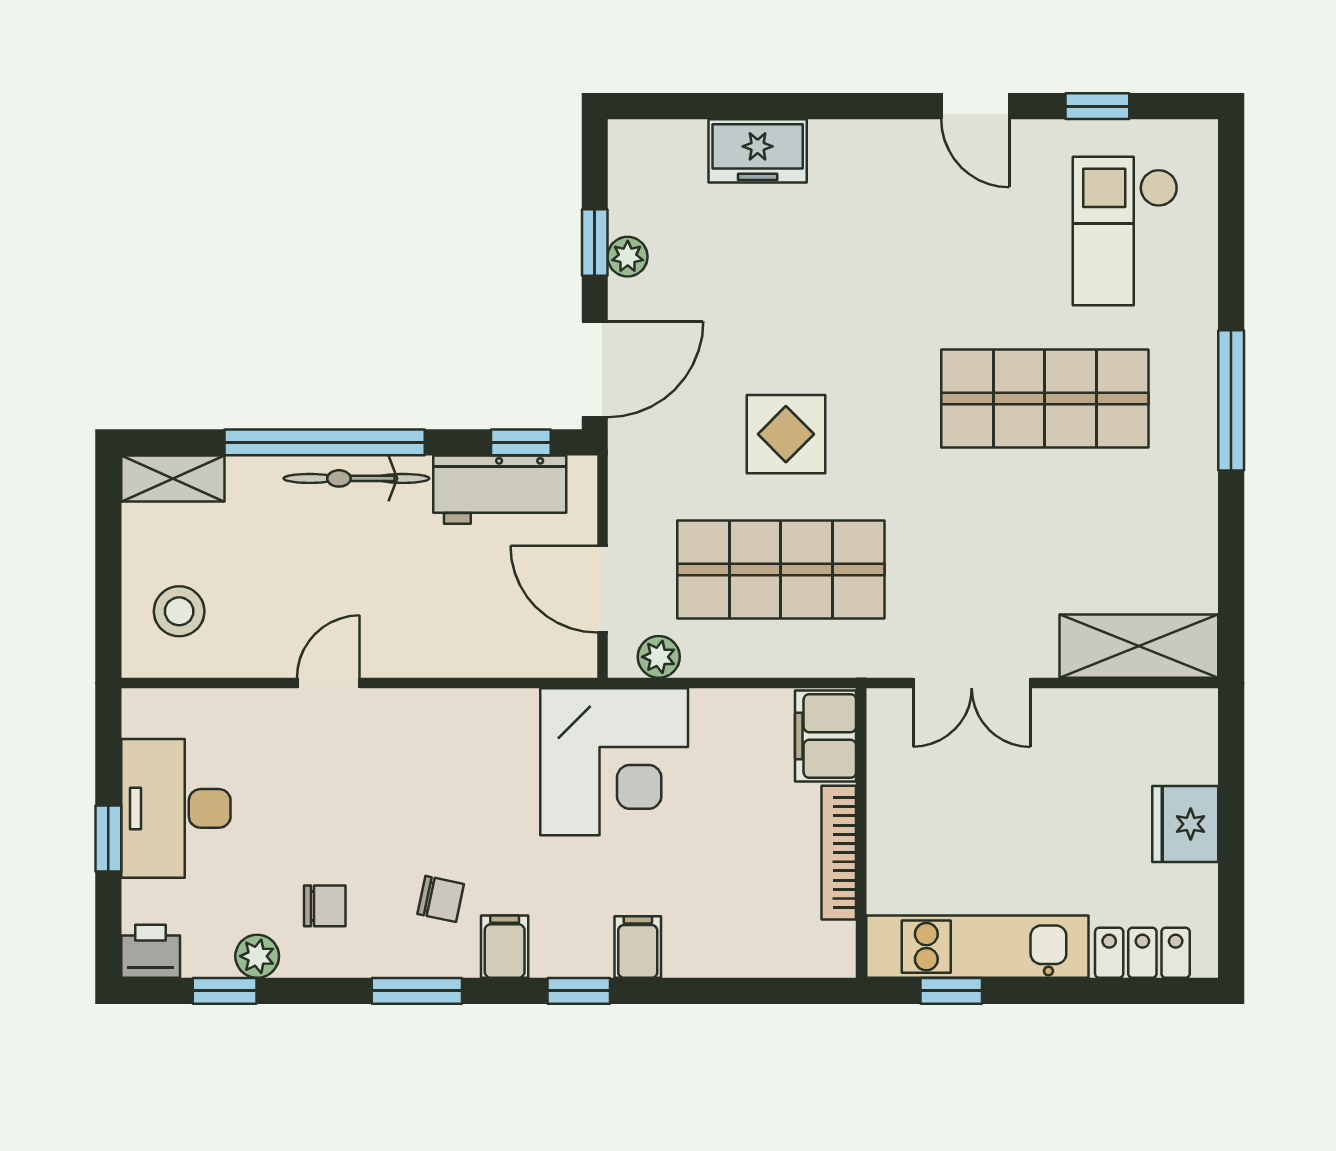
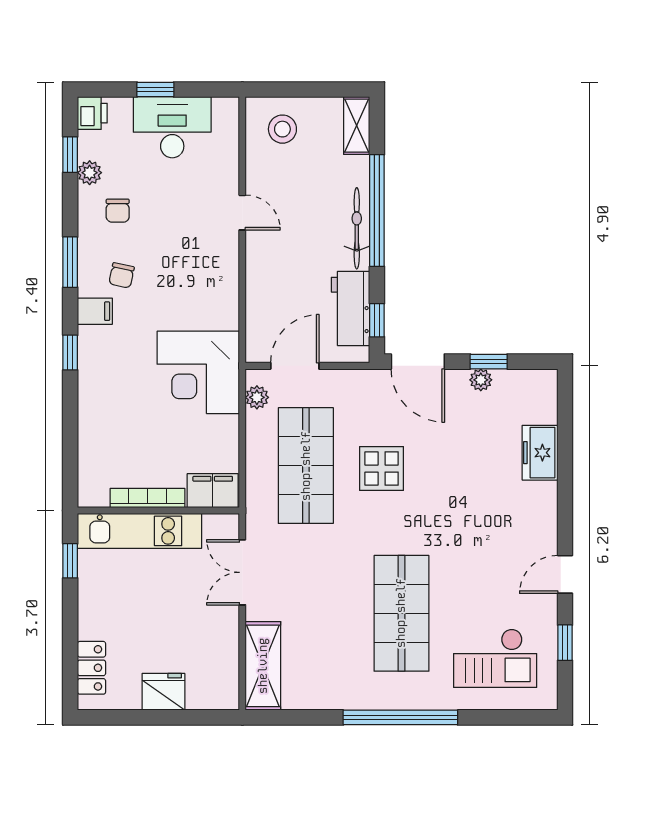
checkout: (1125, 231) -> (495, 658), turned 180
window: (1231, 400) -> (400, 717), width x1.46
filing cabinet: (638, 947) -> (95, 386), removed
kitchen unit: (977, 947) -> (140, 531), moved, turned 90

